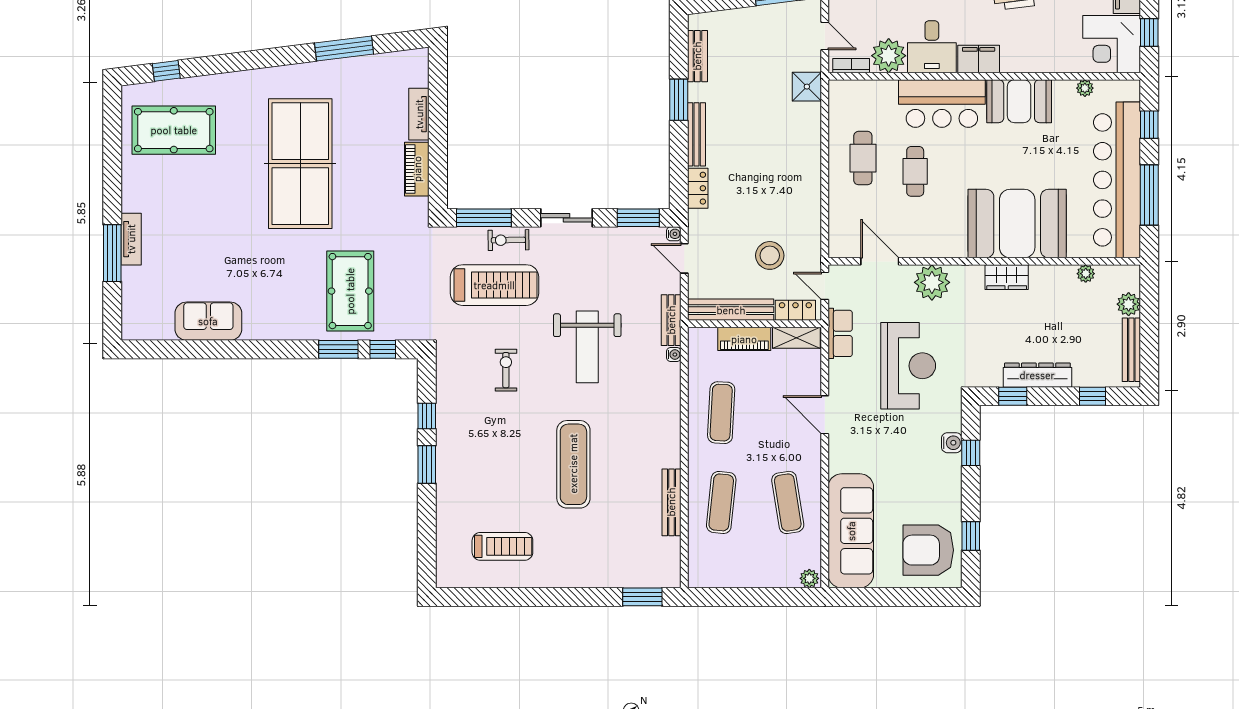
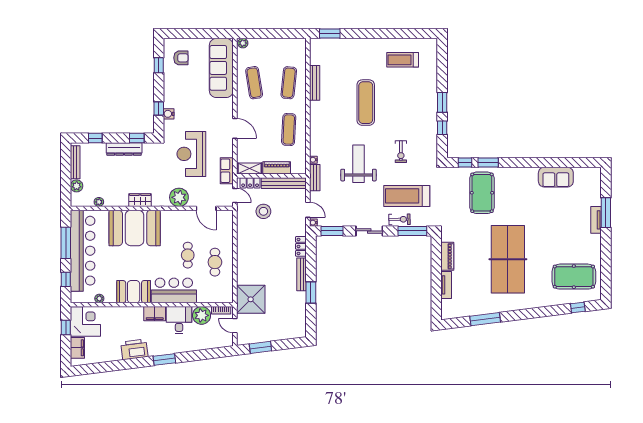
bench: (697, 56) -> (301, 315), removed
shower: (807, 87) -> (251, 299), width x1.86, depth x1.86
armchair: (928, 550) -> (181, 58), width x0.53, depth x0.53

